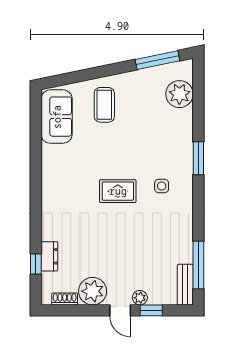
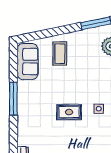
window: (36, 171) -> (13, 99), added

